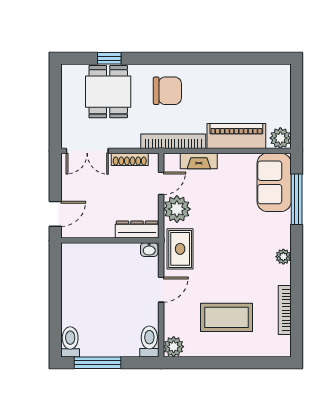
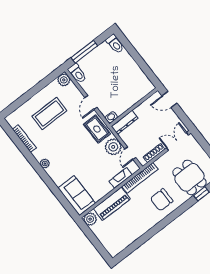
window: (297, 199) -> (60, 196), removed
door: (55, 214) -> (169, 99), hinge flipped
window: (97, 363) -> (84, 52), moved

